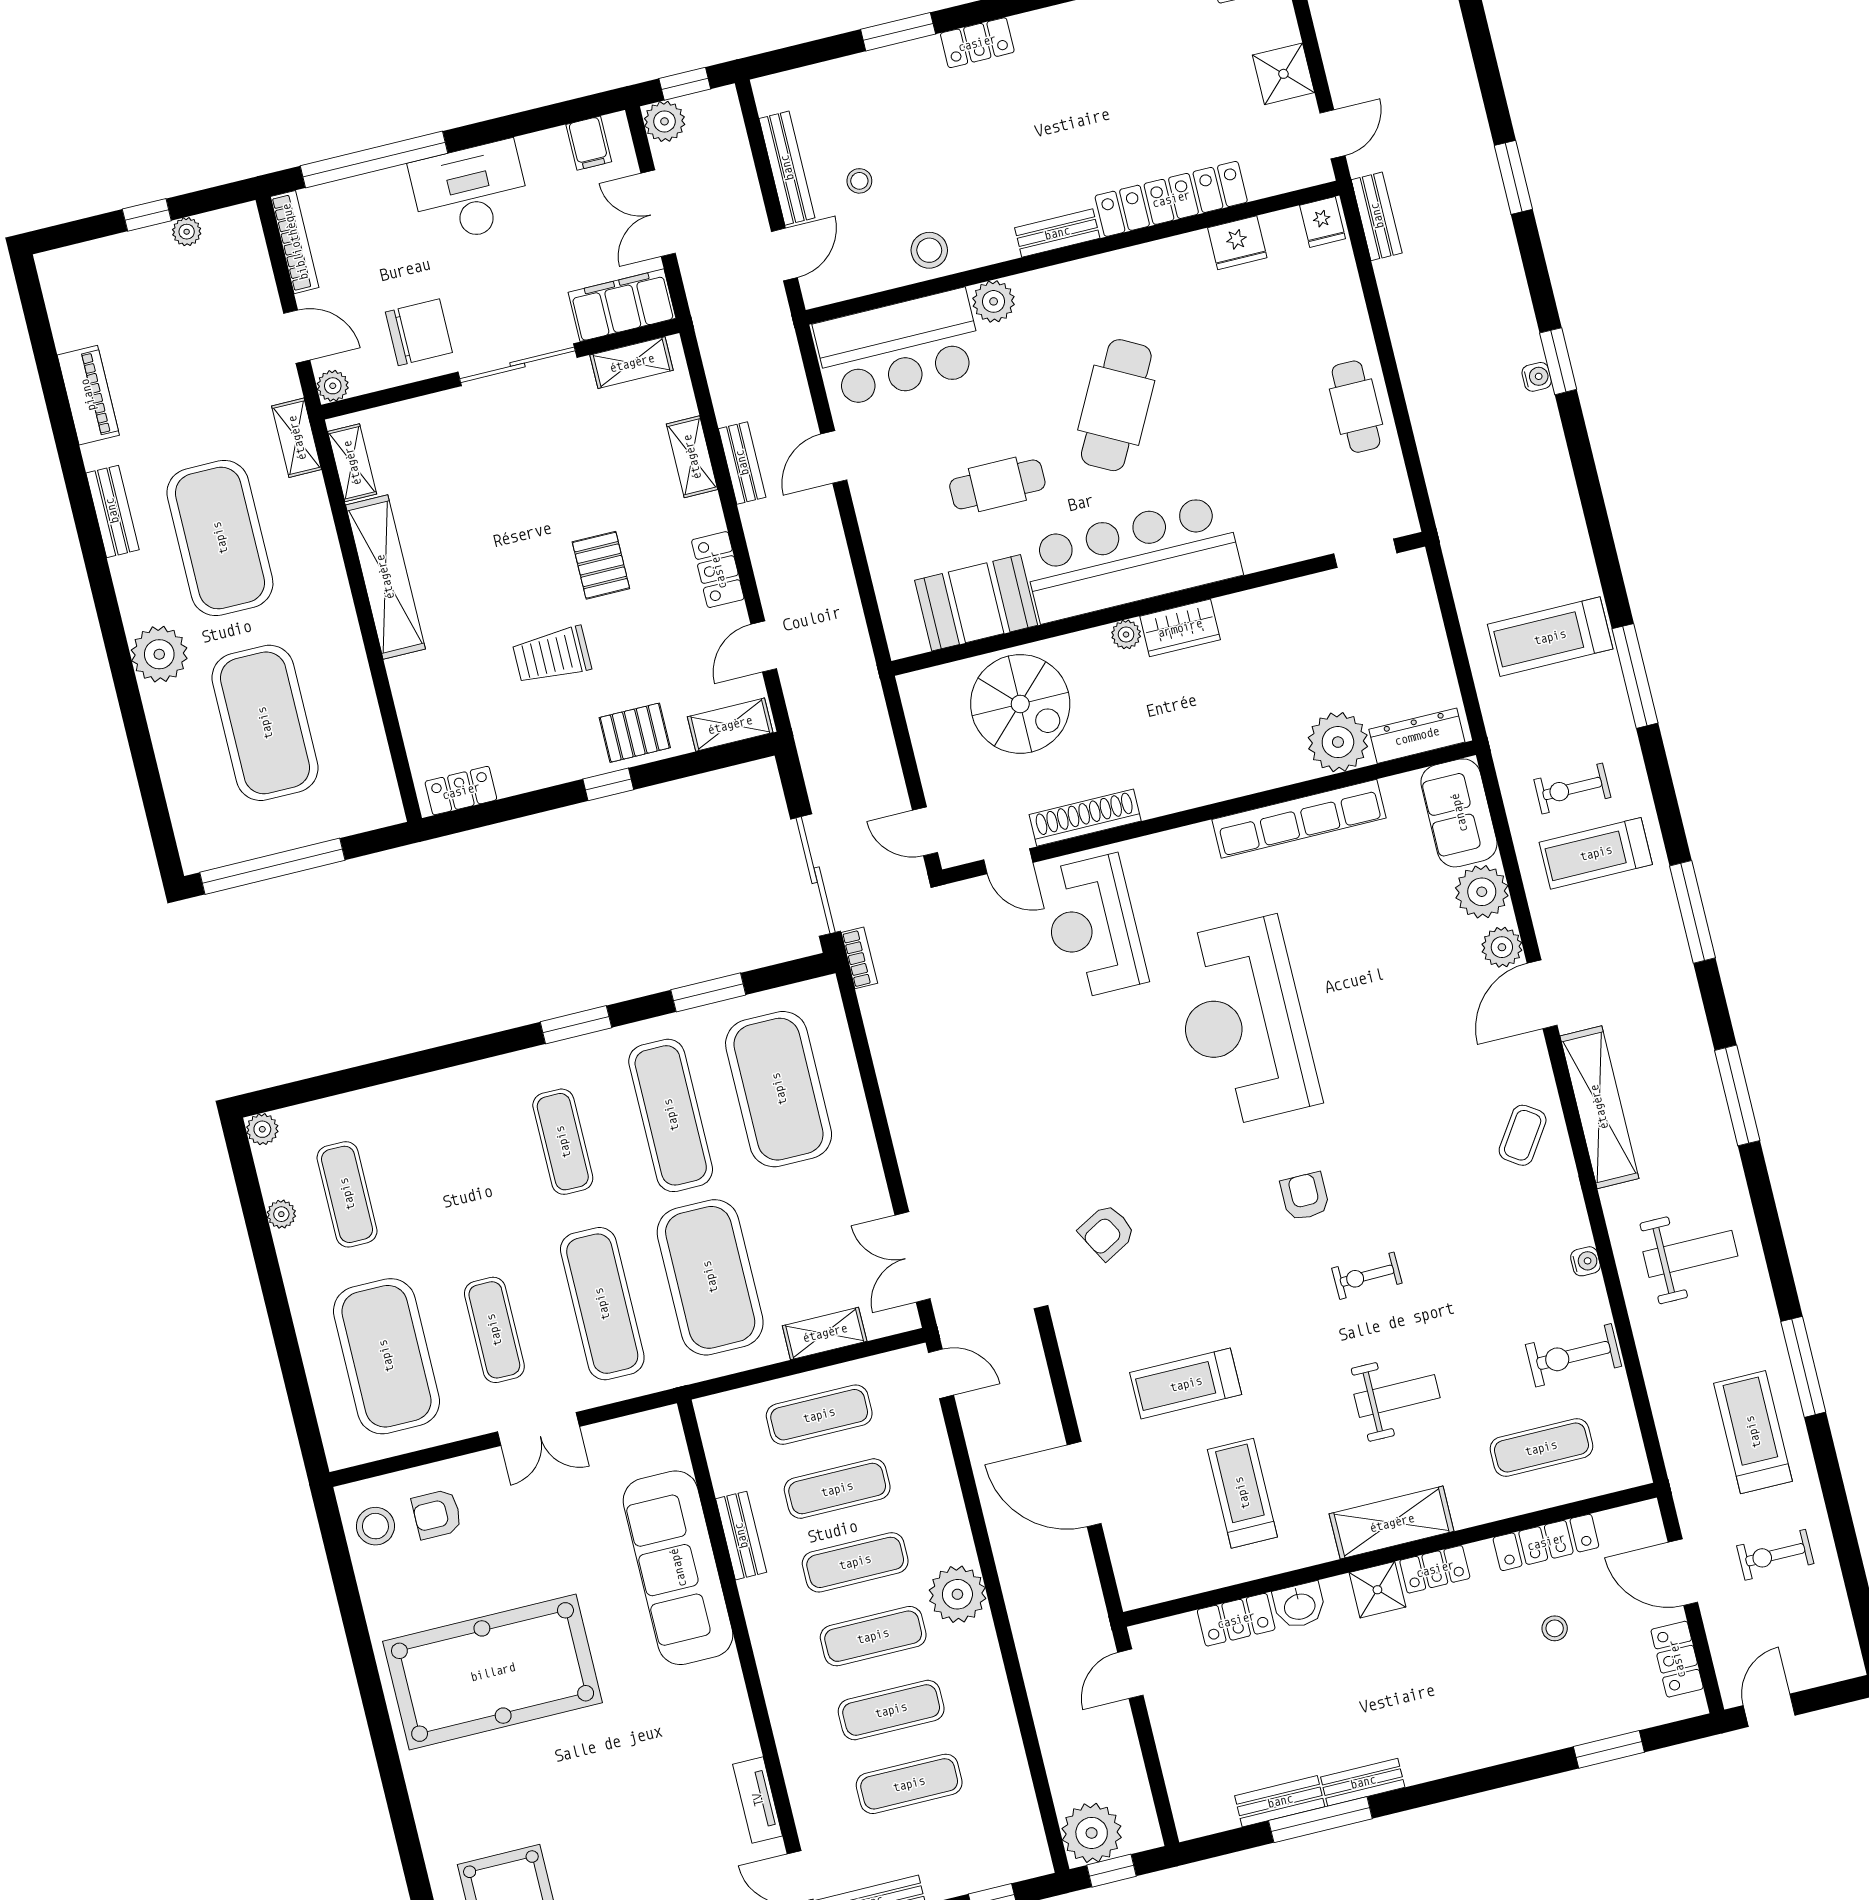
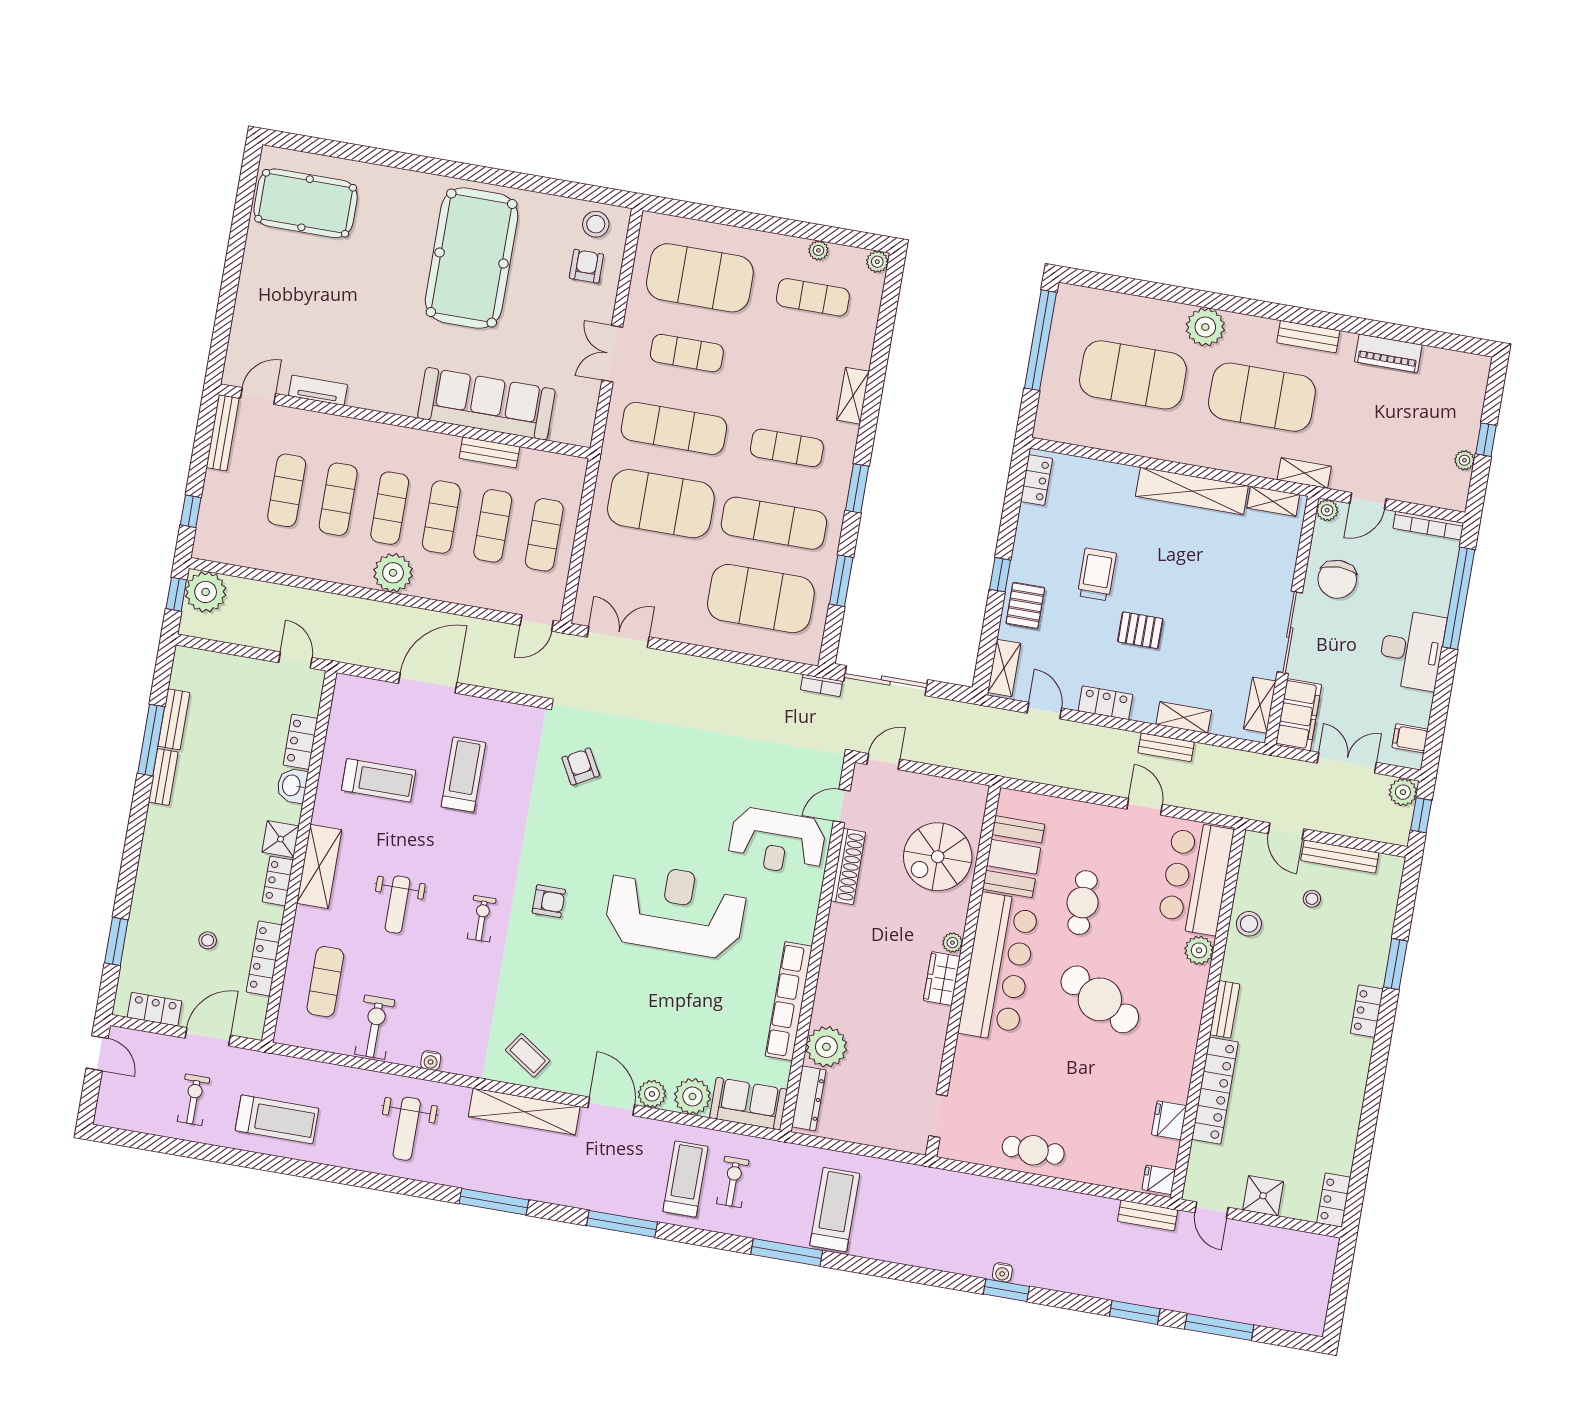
reception desk: (1093, 927) -> (777, 841), turned 180
shelving: (825, 1333) -> (853, 396), moved
window: (1803, 1367) -> (1219, 1327), moved

